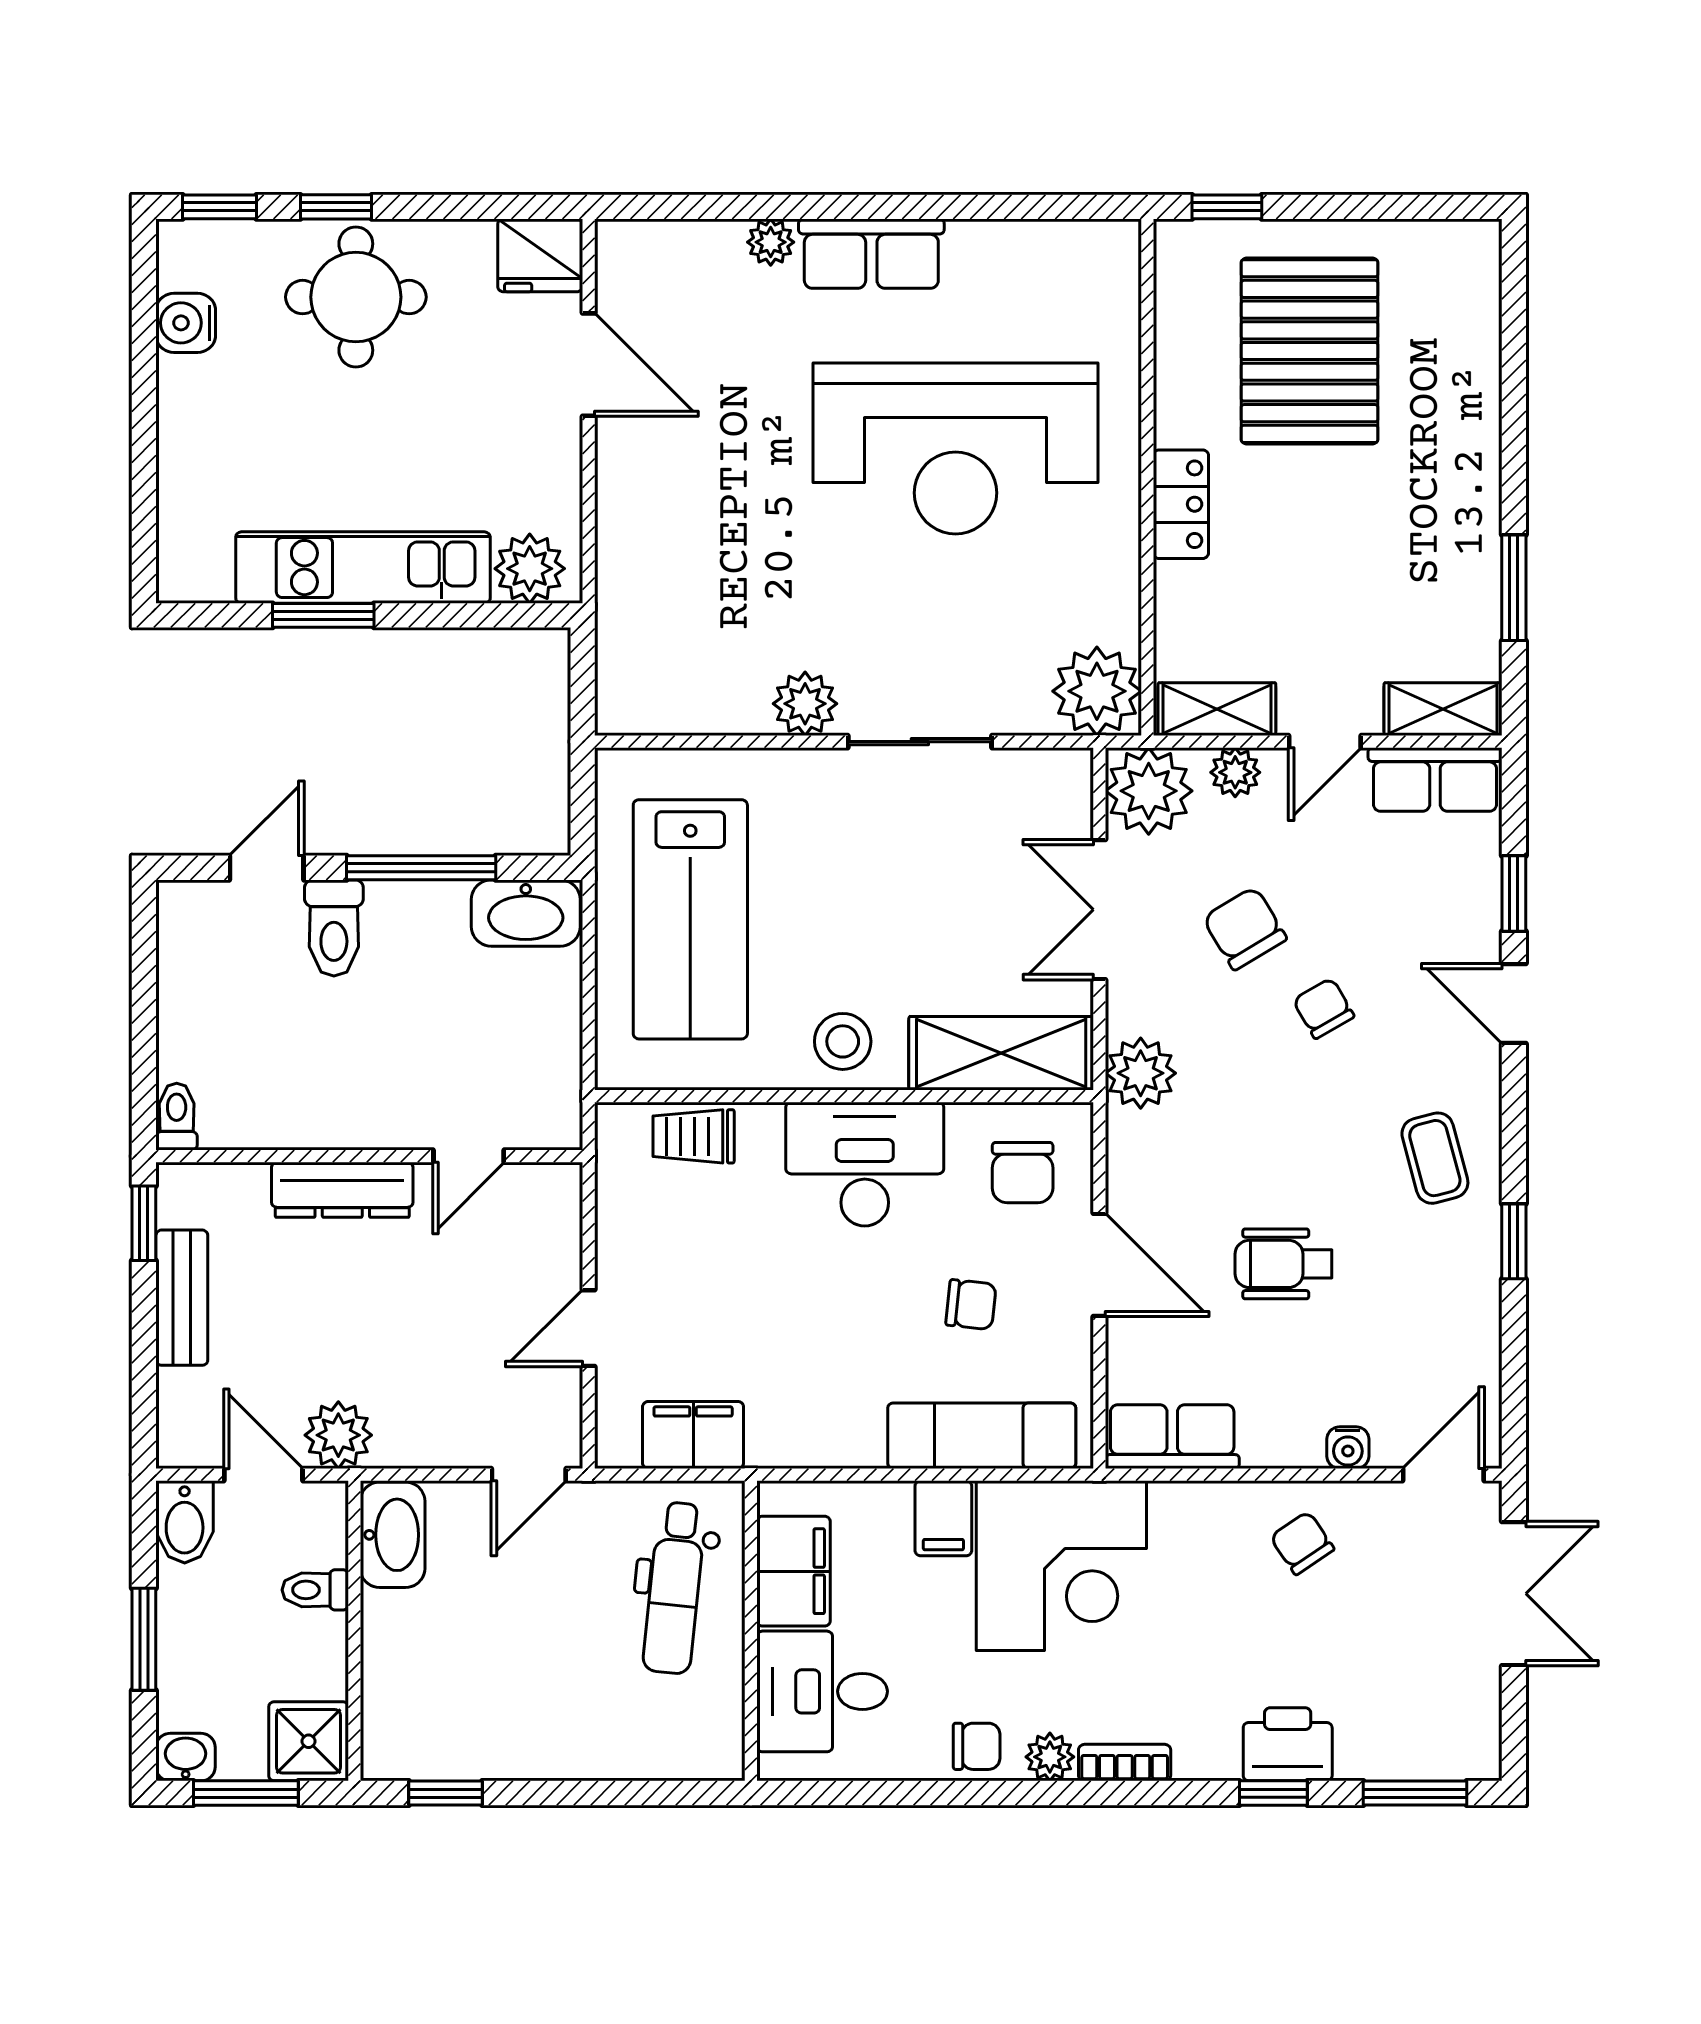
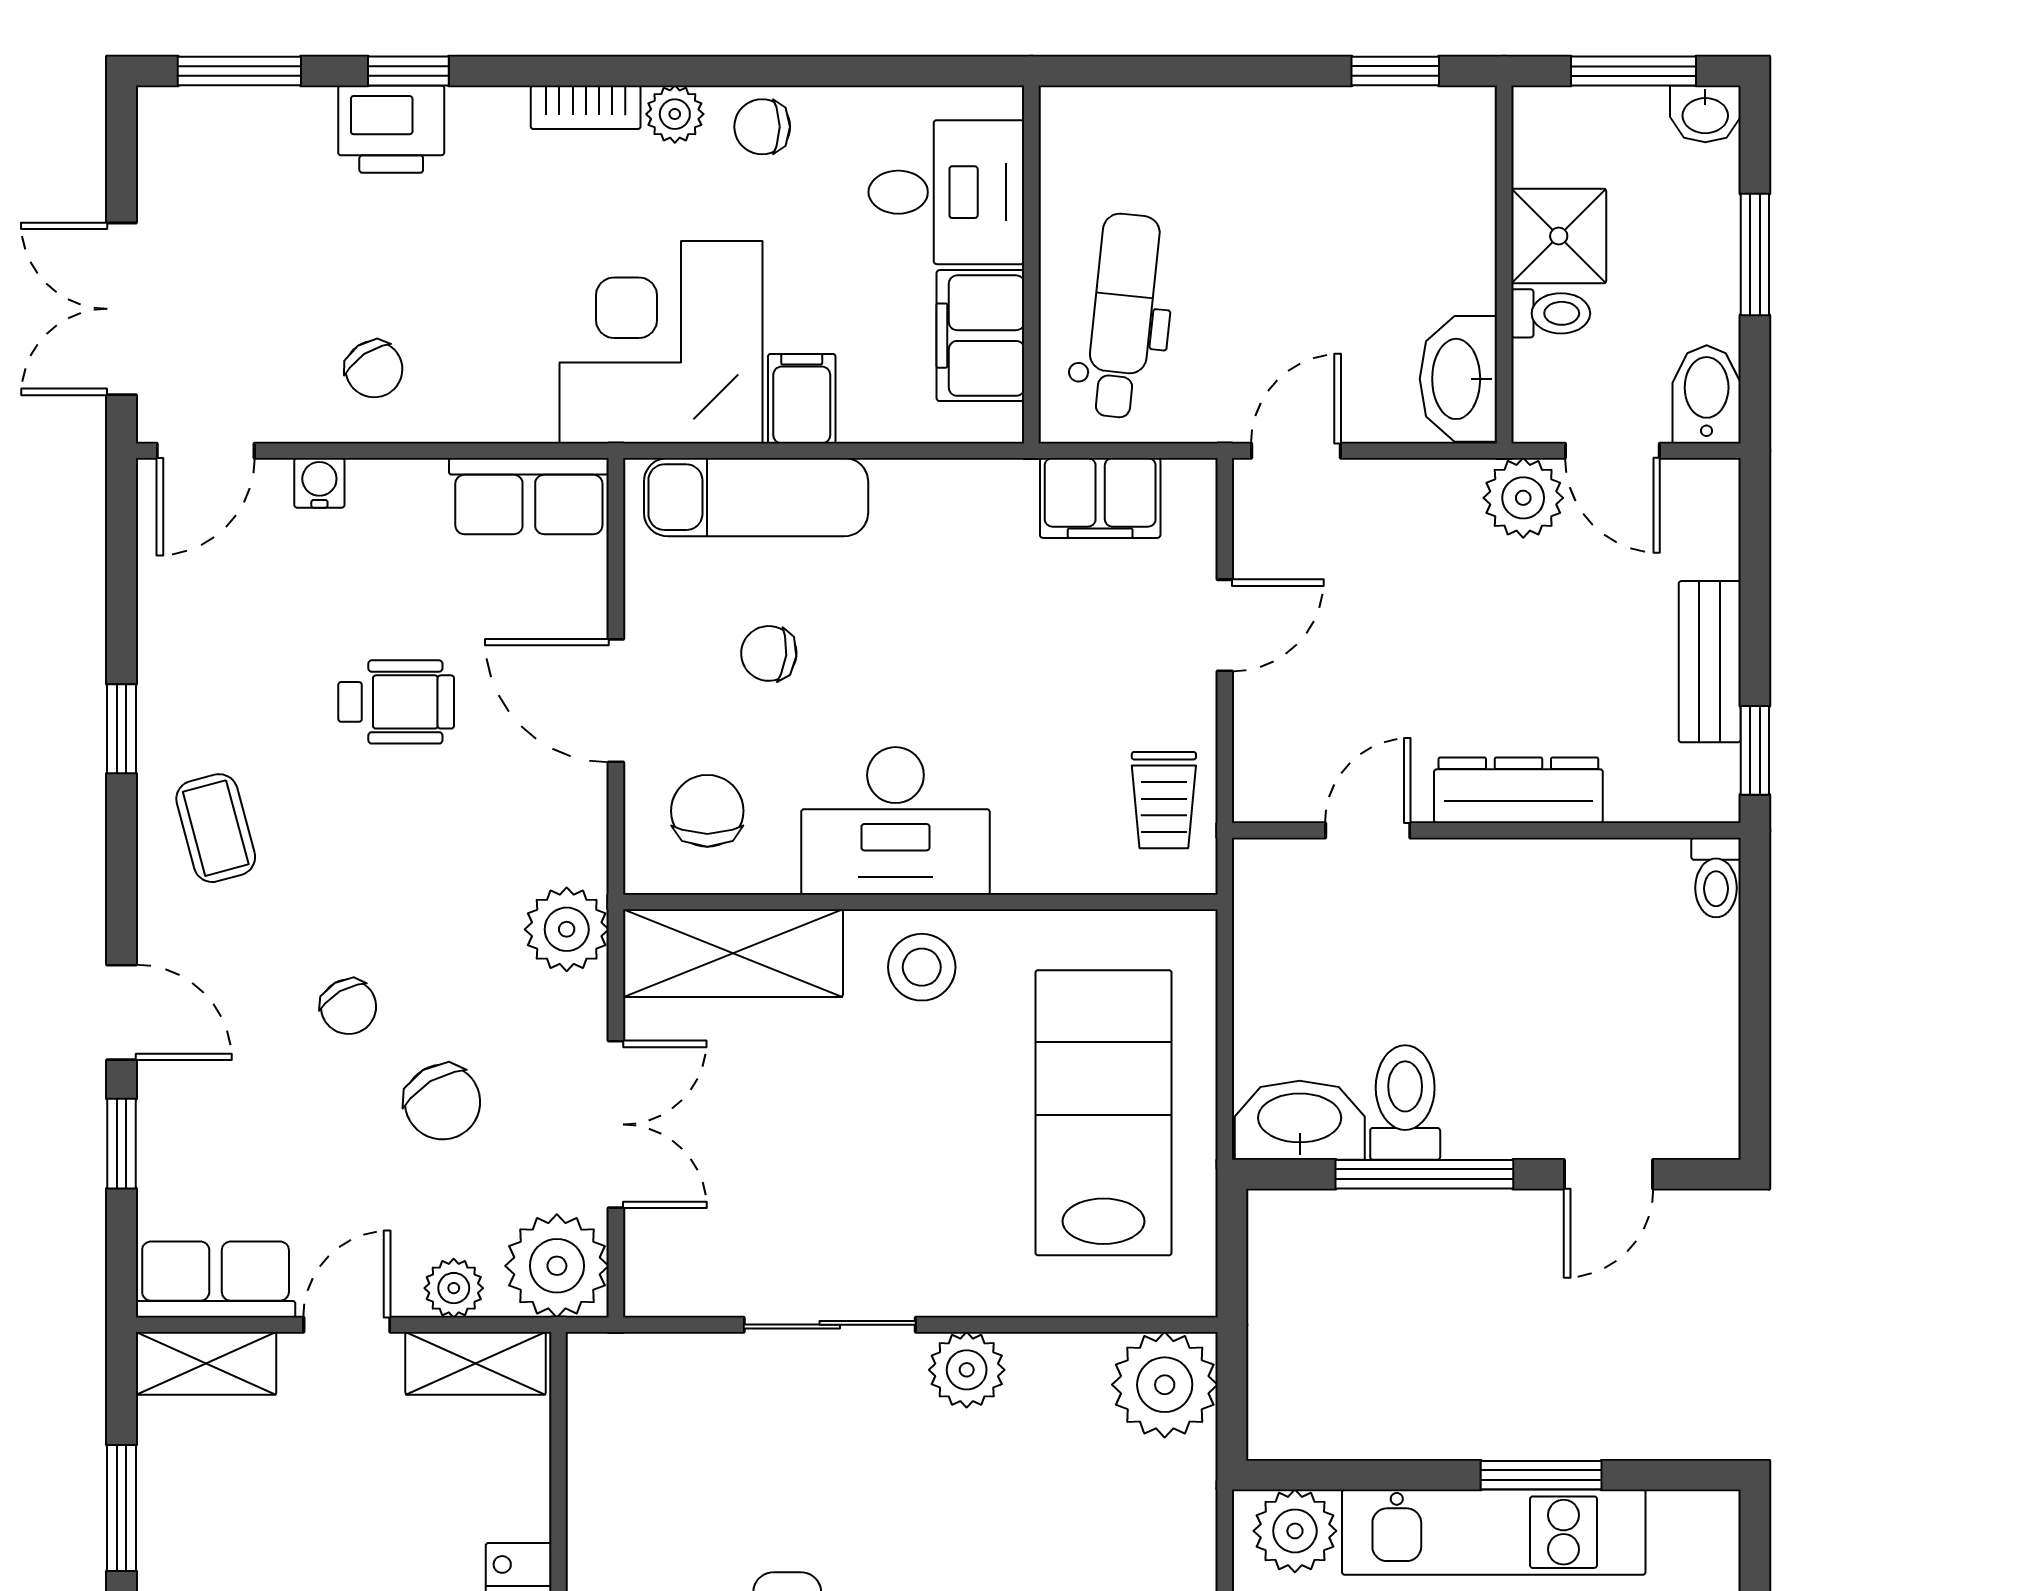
plant: (1097, 691) -> (1165, 1385), moved
toilet: (334, 928) -> (1405, 1103), moved
trolley: (694, 1136) -> (1164, 800), moved, turned 90
shower: (309, 1741) -> (1559, 236), moved

